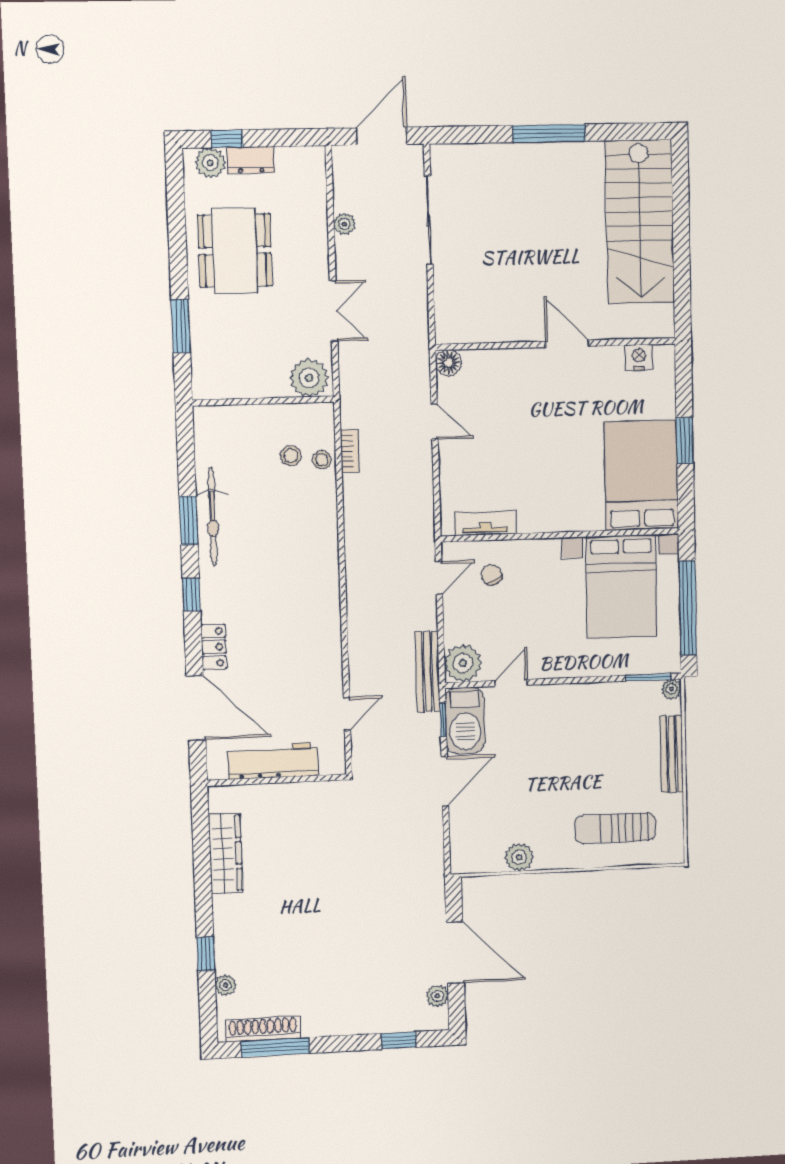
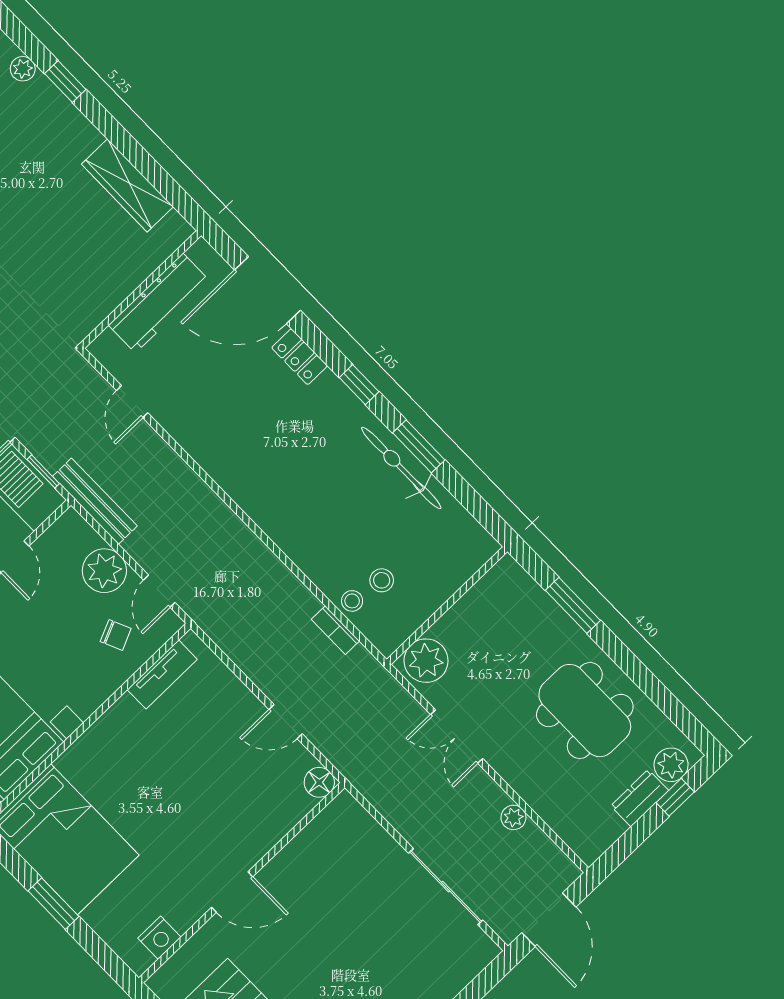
plant: (463, 663) -> (104, 571), moved

